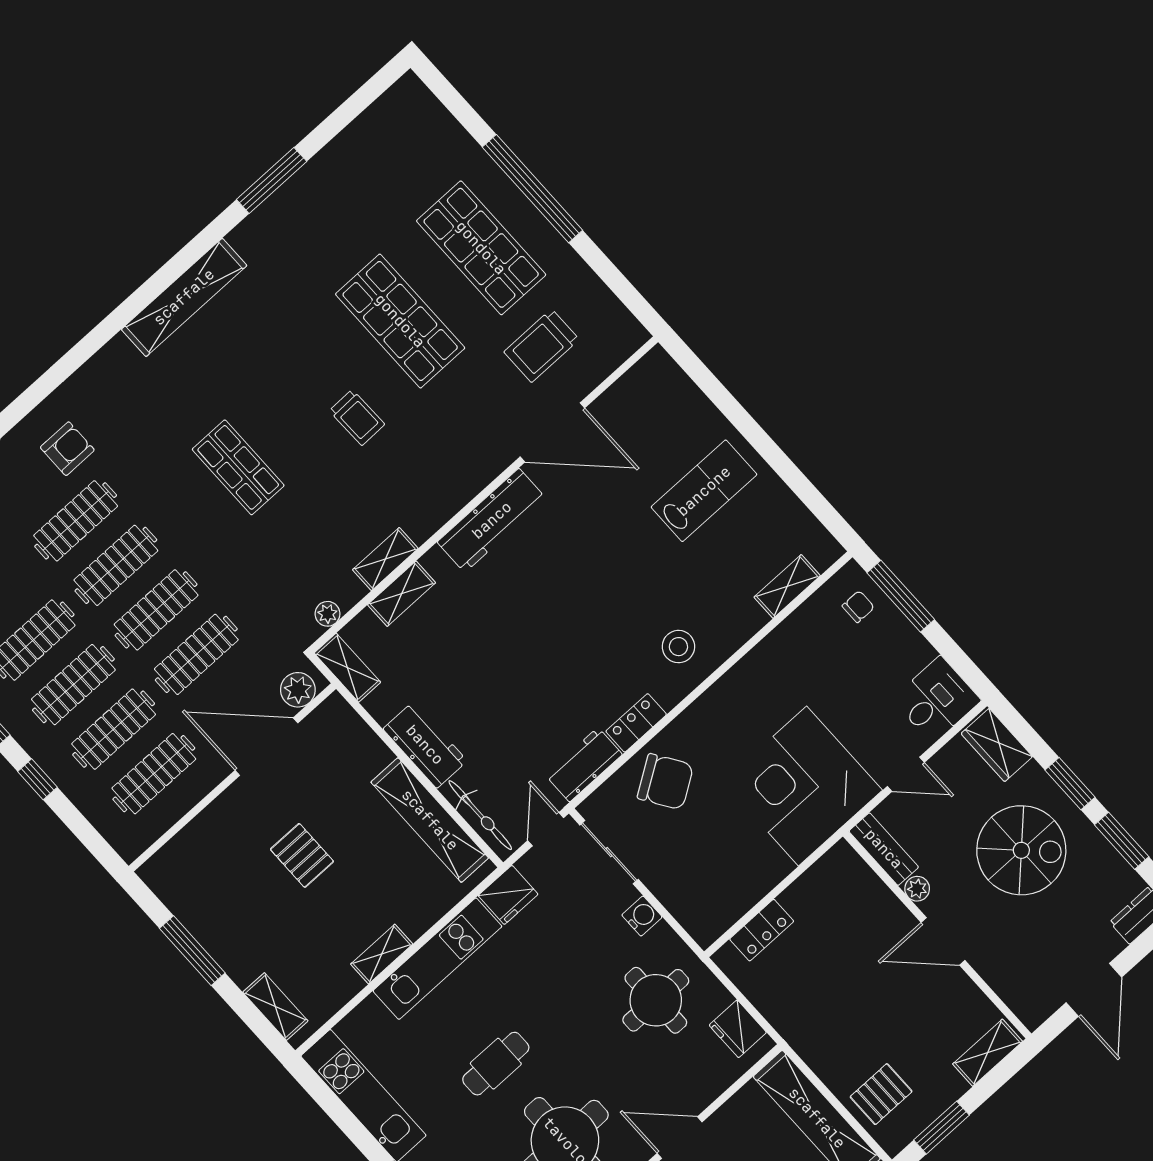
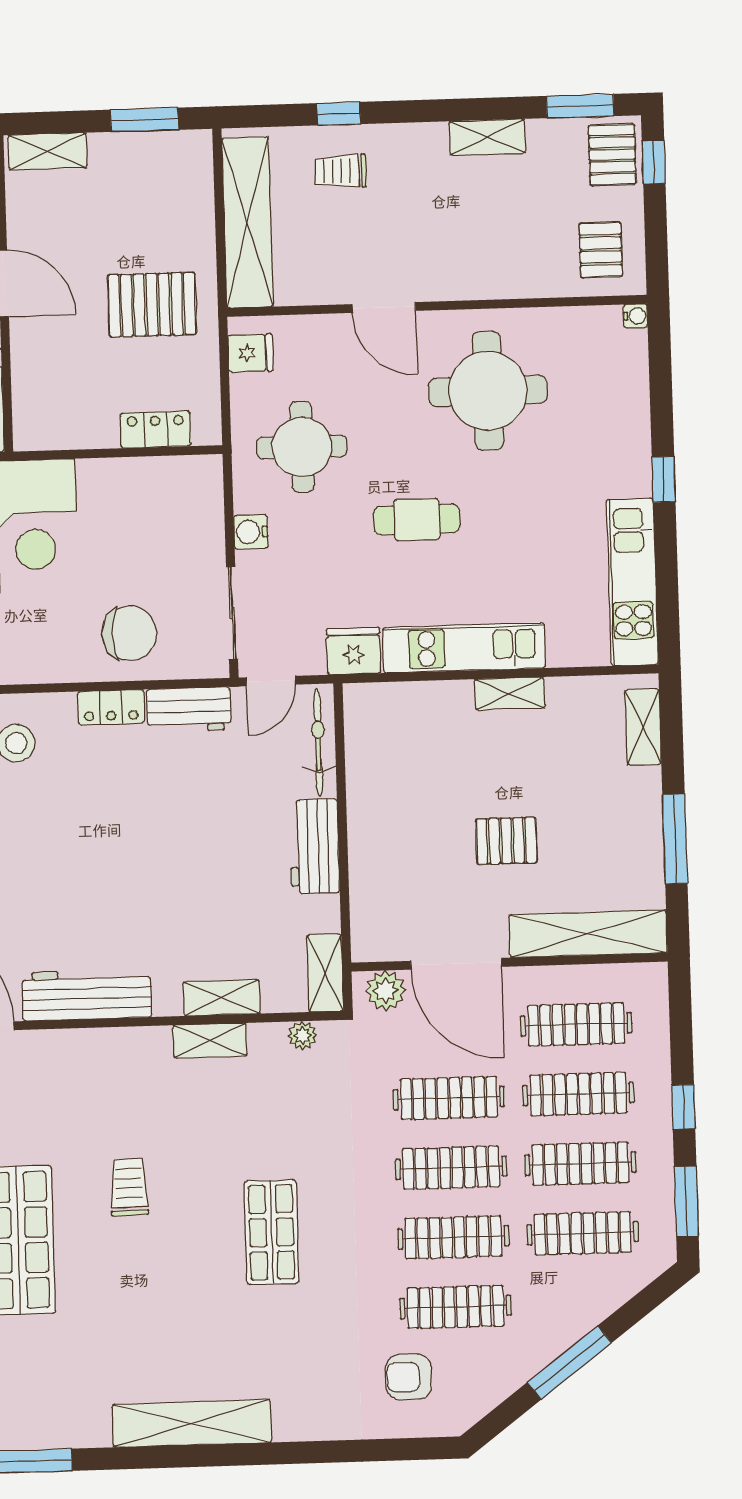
chair: (665, 782) -> (129, 633), turned 123
shelving: (430, 820) -> (588, 934), moved, turned 90
pallet: (302, 855) -> (506, 841), turned 90
fridge: (738, 1029) -> (250, 353), width x0.72
cafe table: (496, 1064) -> (417, 520), moved
pallet: (881, 1094) -> (152, 305), moved, width x1.50, depth x1.42

